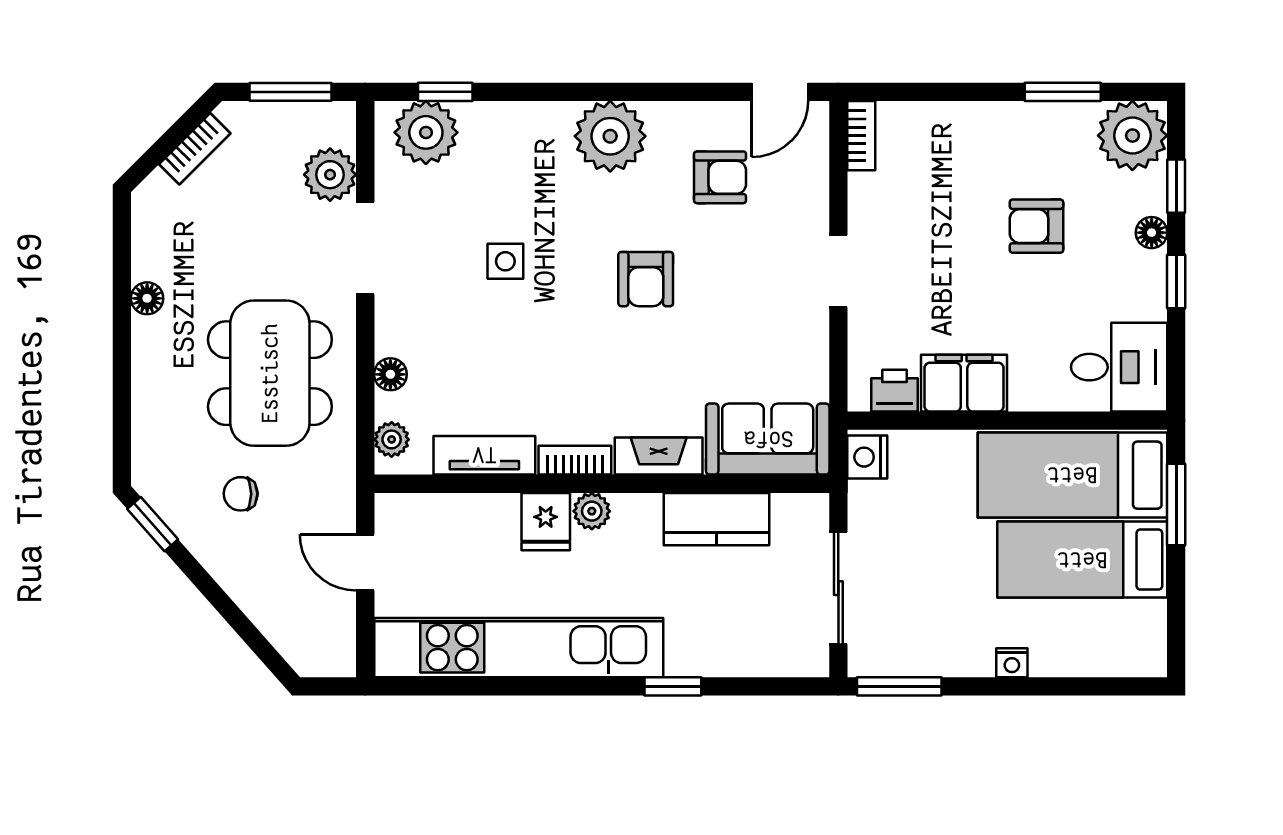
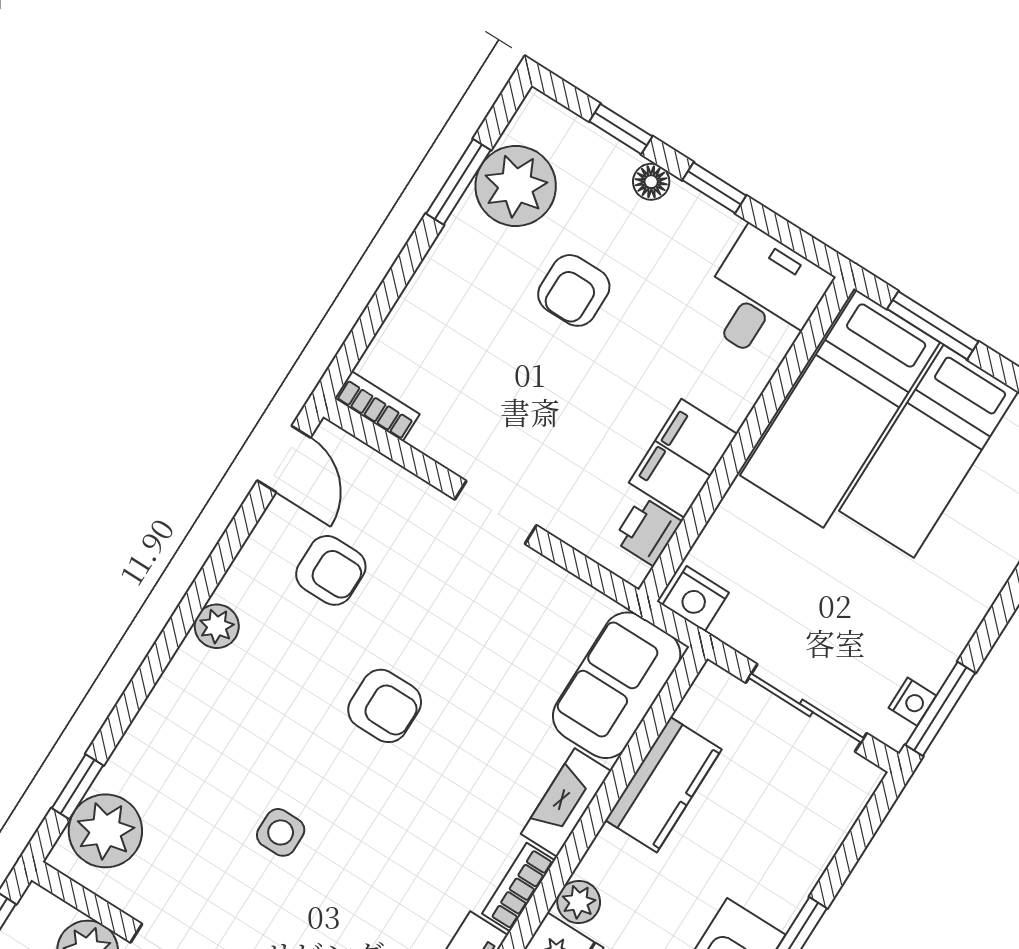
plant: (610, 136) -> (217, 626), width x0.53, depth x0.53
plant: (1132, 136) -> (516, 186), moved
armchair: (720, 177) -> (331, 570), turned 90
nightstand: (1012, 663) -> (912, 702), moved

